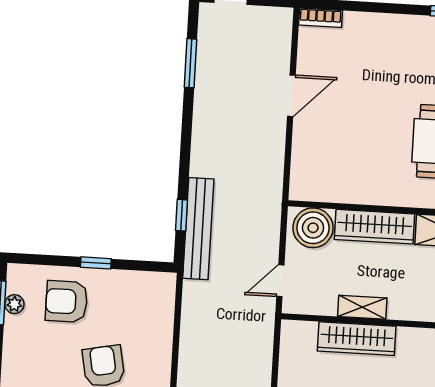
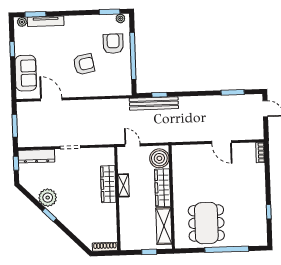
window: (96, 263) -> (133, 56), width x3.17
plant: (14, 304) -> (120, 18), moved

